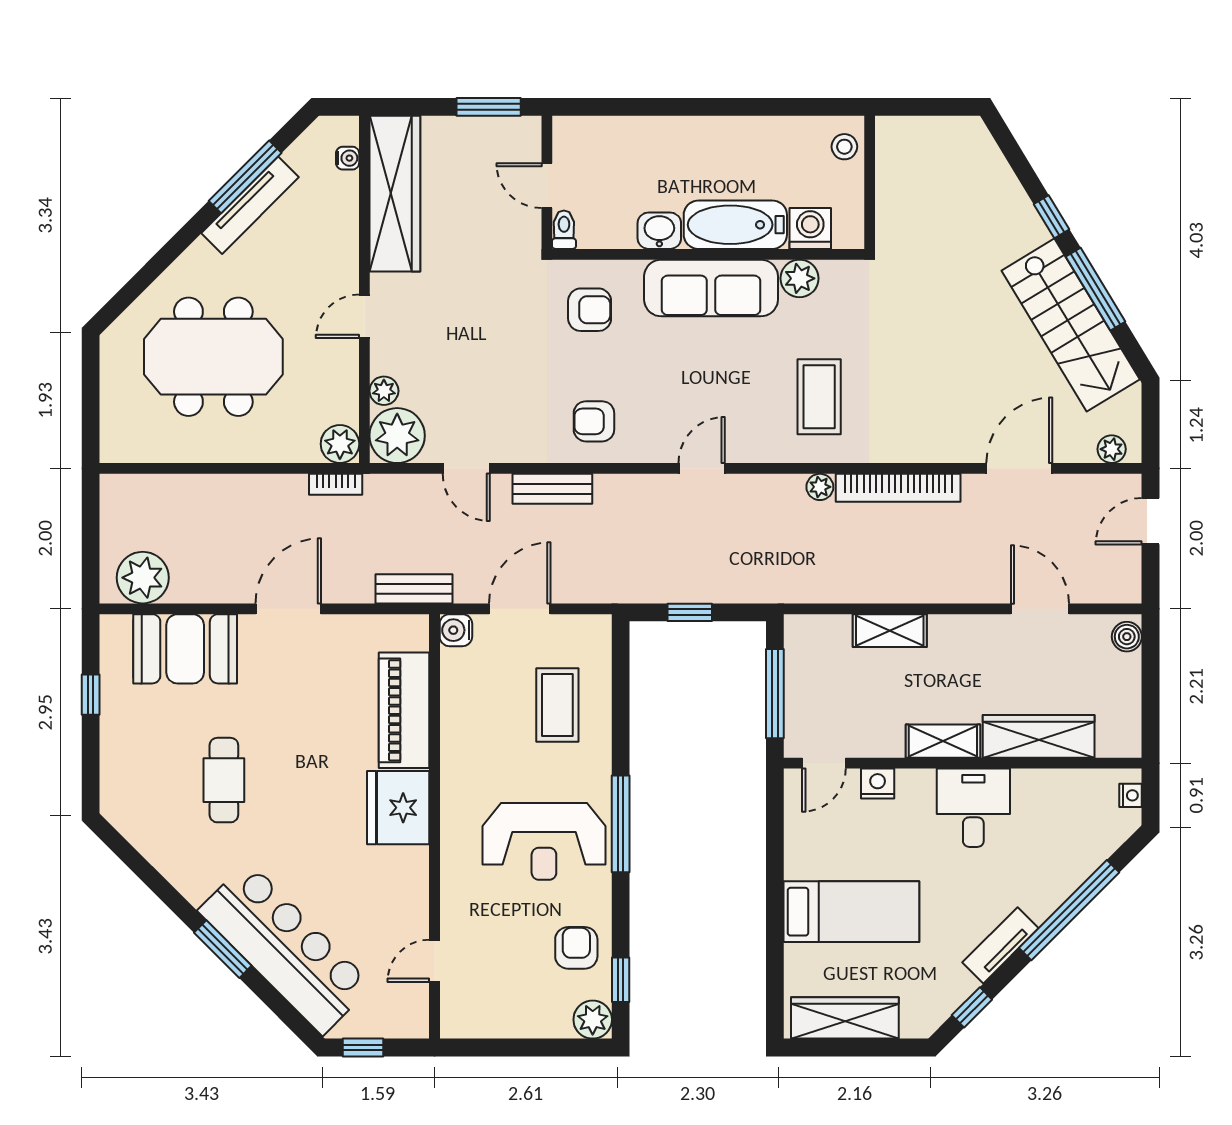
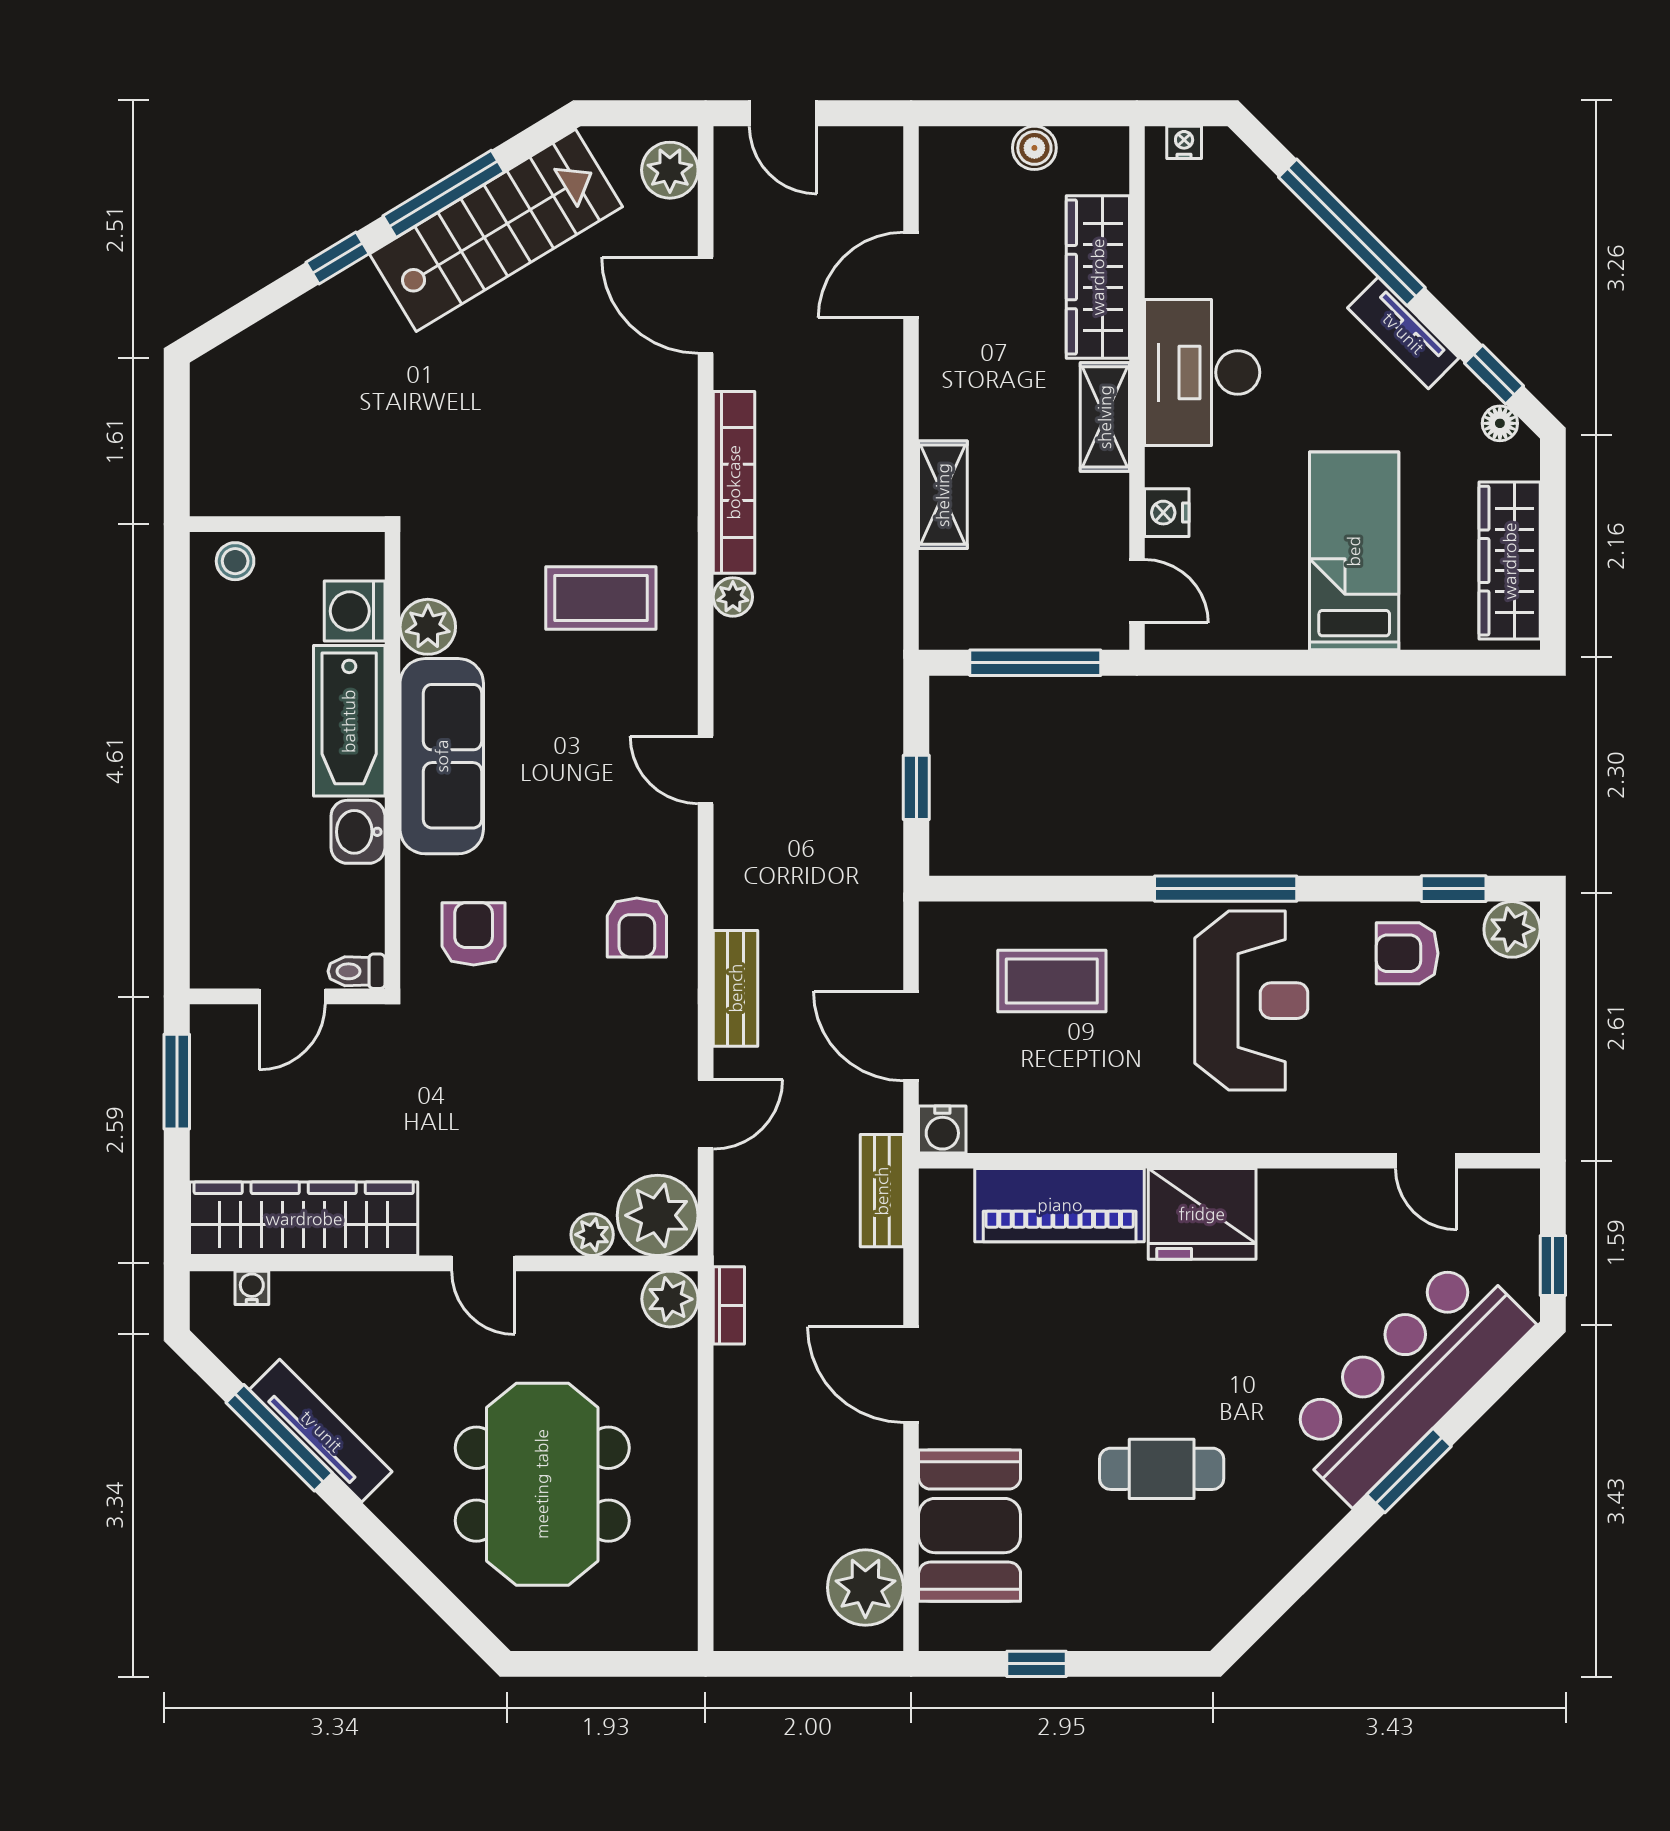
plant: (1112, 449) -> (670, 170), width x1.38, depth x1.38
boiler: (1127, 637) -> (1034, 148), moved
desk: (973, 808) -> (1202, 372), width x1.37
floor lamp: (939, 1011) -> (1500, 423), added

